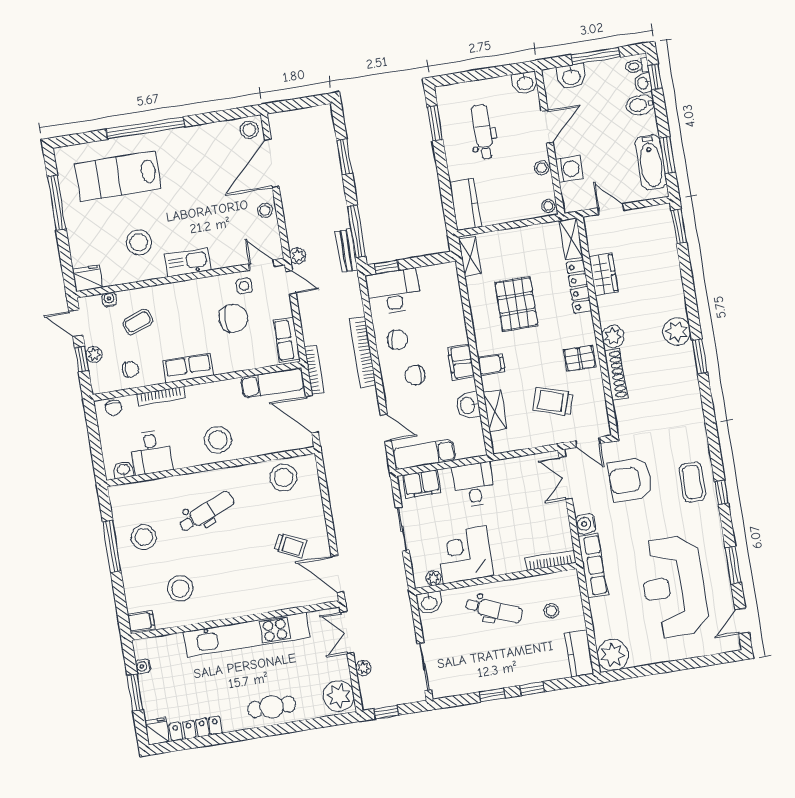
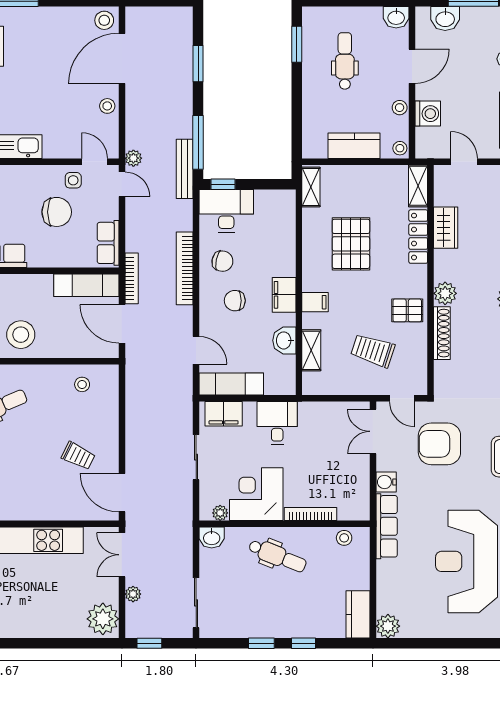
kitchen counter: (465, 204) -> (354, 146), moved, turned -90
bench: (347, 251) -> (185, 169), width x1.36
stool: (283, 478) -> (82, 384), width x0.53, depth x0.53
bookcase: (551, 560) -> (311, 514), moved
stool: (551, 611) -> (344, 538), moved
plant: (613, 655) -> (388, 626), width x0.73, depth x0.73
cafe table: (272, 707) -> (32, 619), removed

